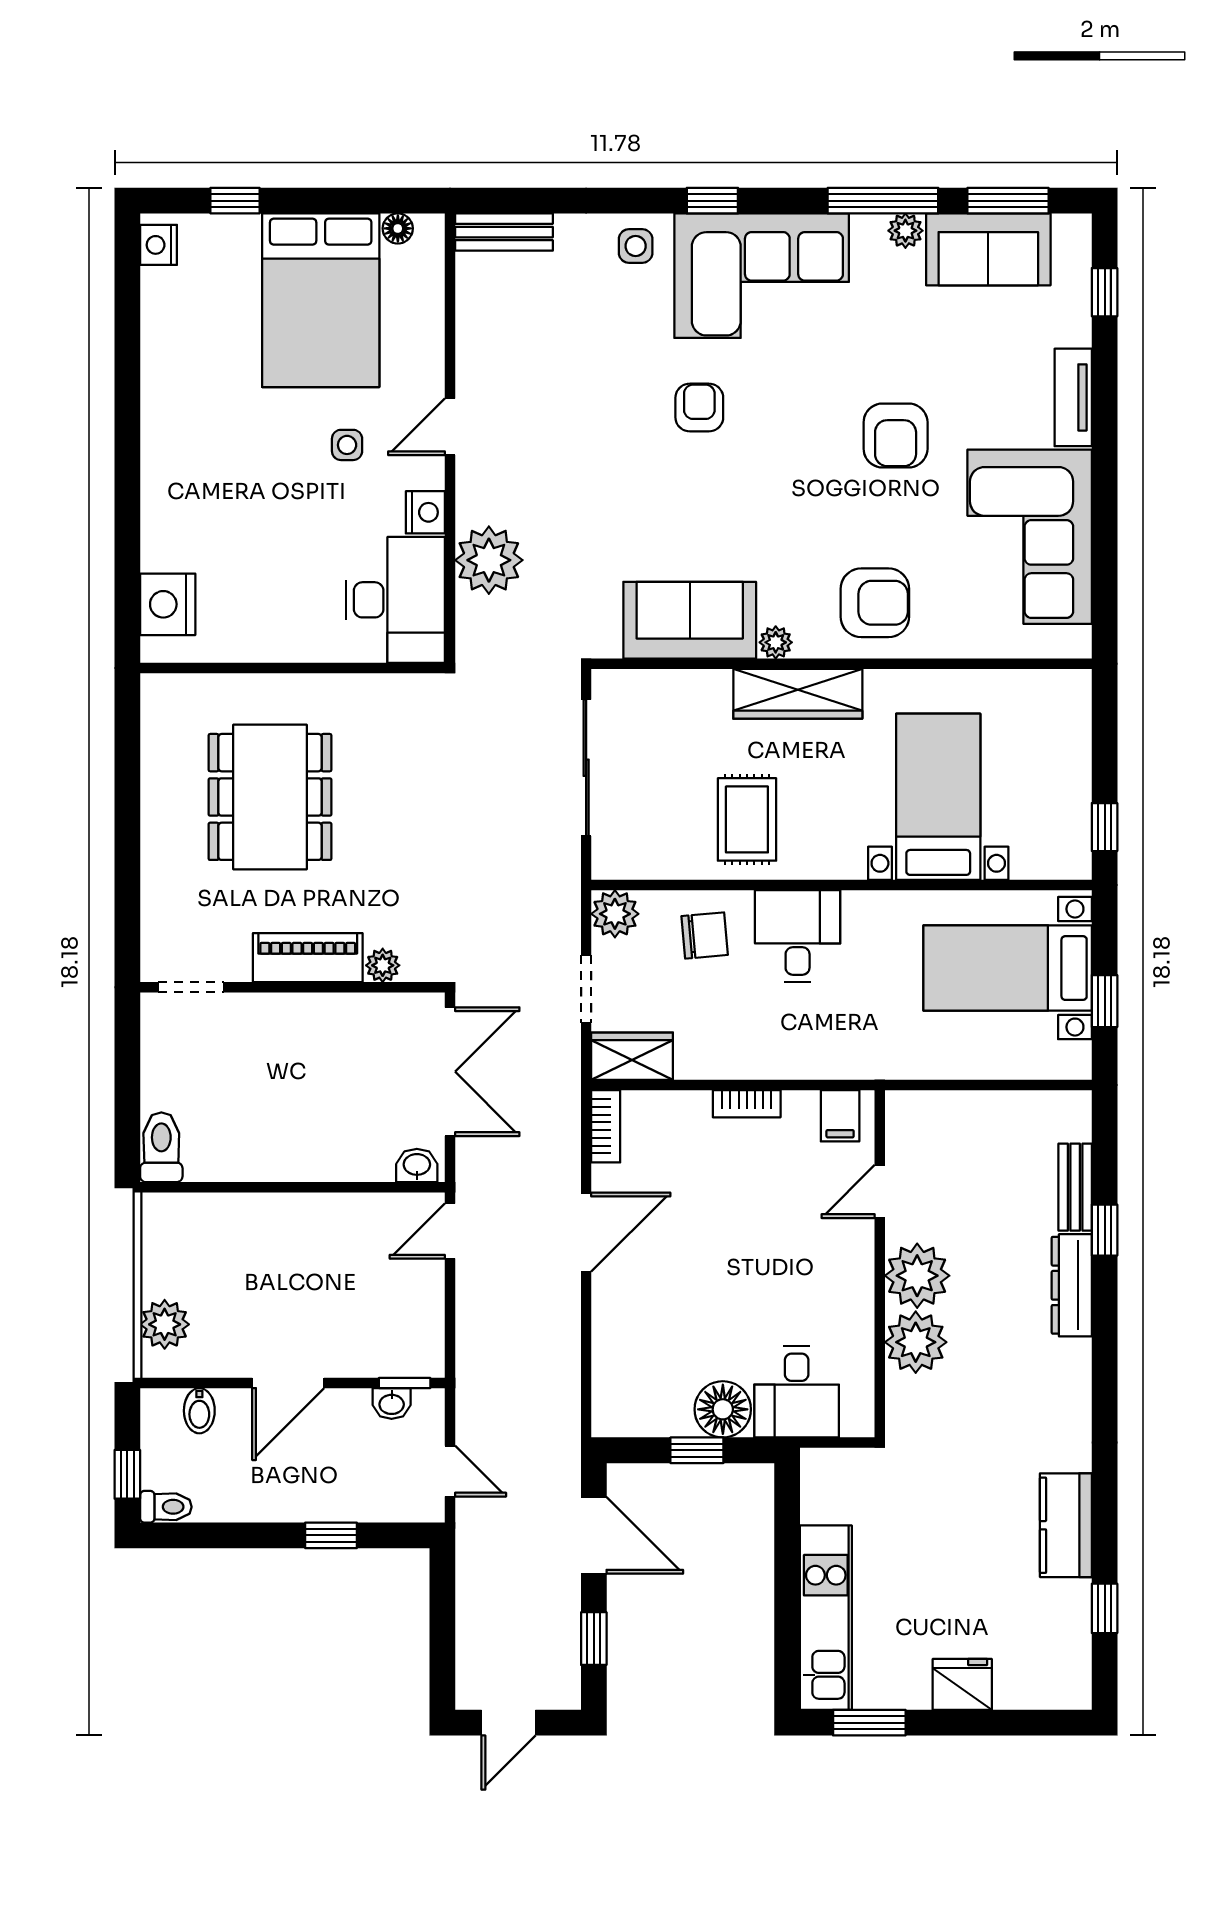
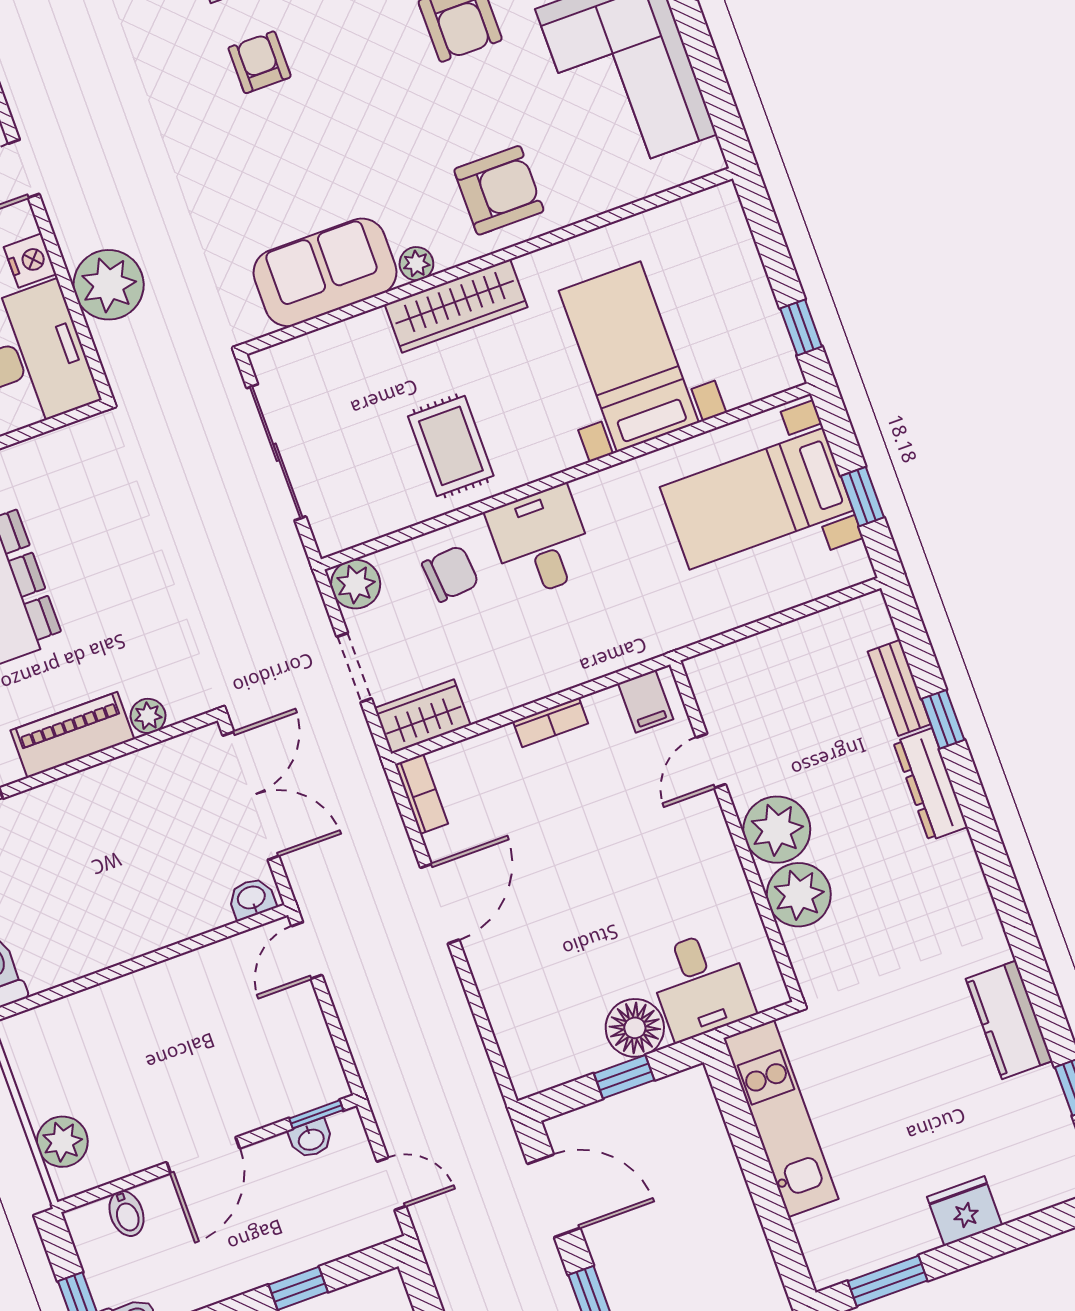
kitchen unit: (826, 1618) -> (781, 1119), moved

